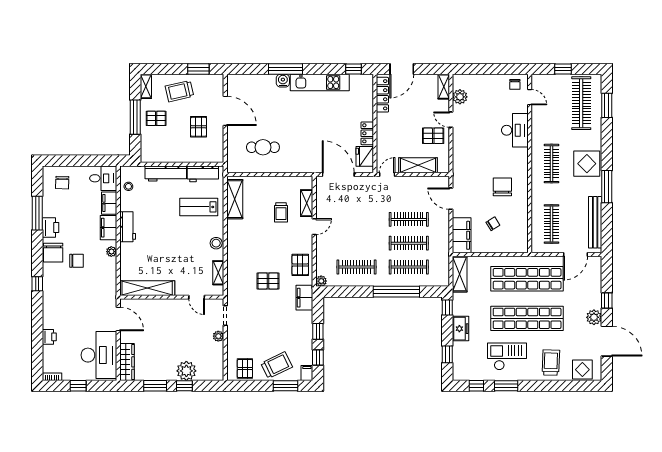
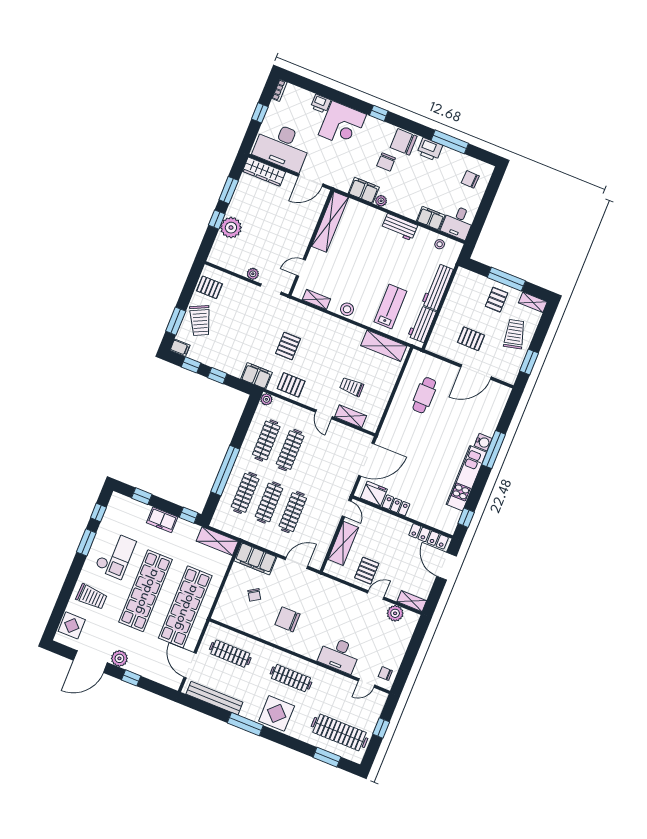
chair: (502, 187) -> (288, 619), turned 180
filing cabinet: (108, 228) -> (364, 190), moved
clothes rail: (356, 243) -> (290, 450), added
corner desk: (60, 311) -> (342, 125), added

